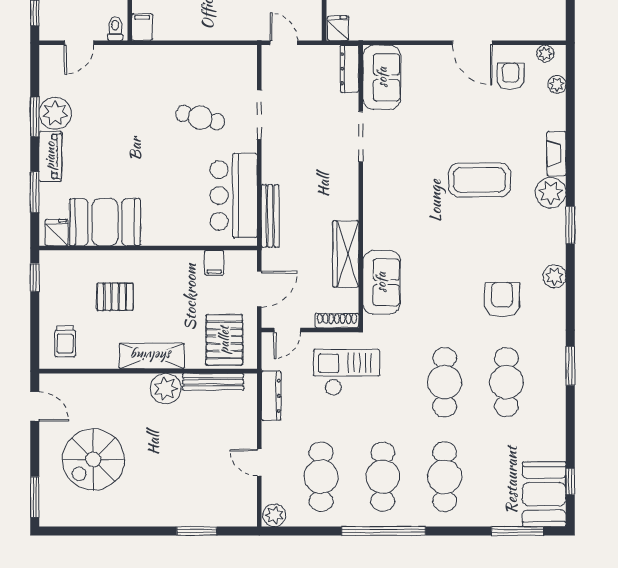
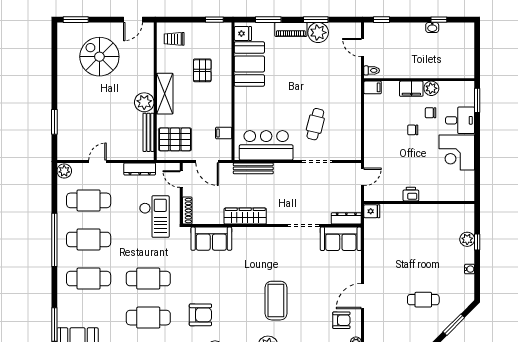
wardrobe: (346, 254) -> (245, 216), moved

